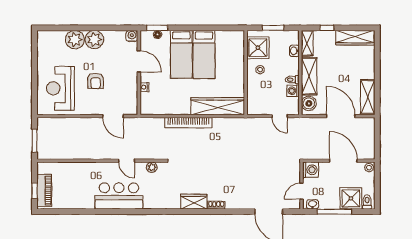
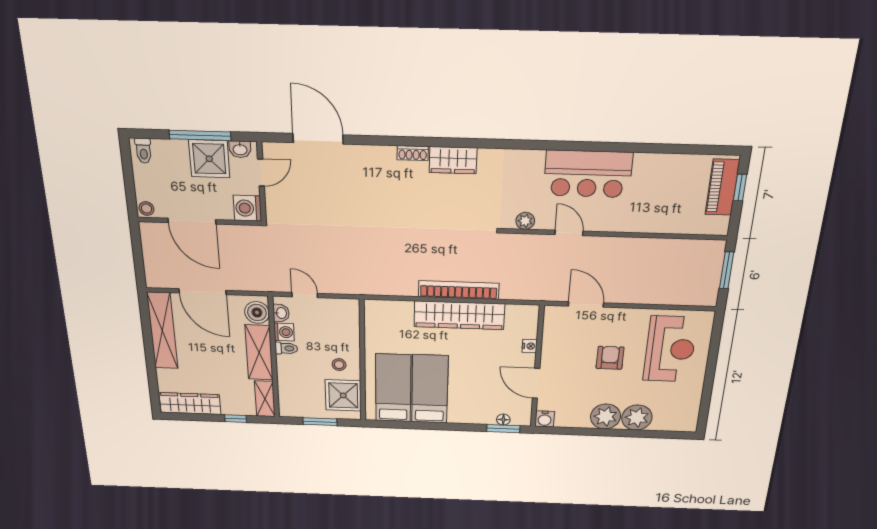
washbasin: (294, 51) -> (281, 313), moved
bed: (181, 54) -> (393, 388), moved
shelving: (368, 97) -> (162, 331), width x1.47
wardrobe: (218, 106) -> (459, 315), moved
shower: (351, 198) -> (209, 159), moved

